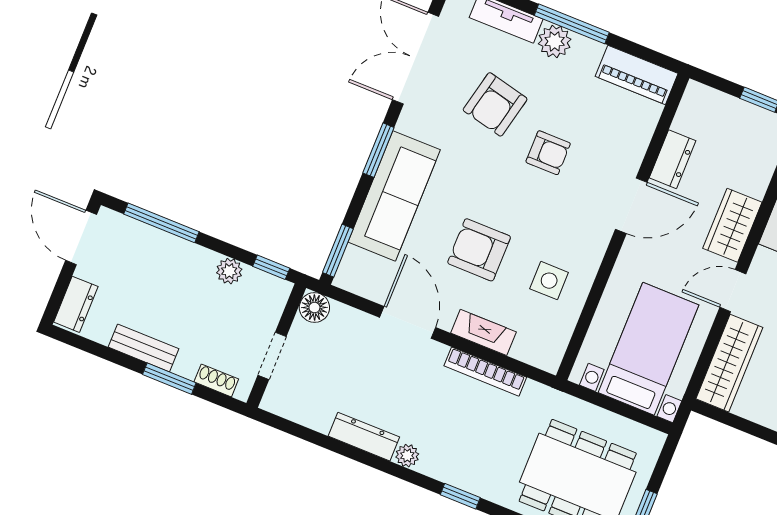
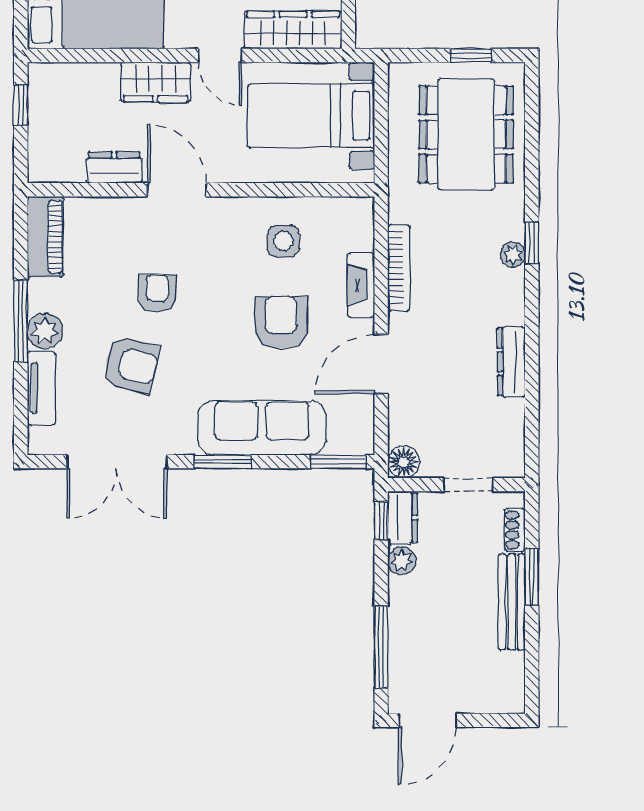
armchair: (479, 250) -> (281, 322), turned 180
dresser: (76, 304) -> (403, 518), moved, turned 90
bench: (143, 348) -> (512, 602), width x1.36
plant: (407, 456) -> (513, 254), moved

